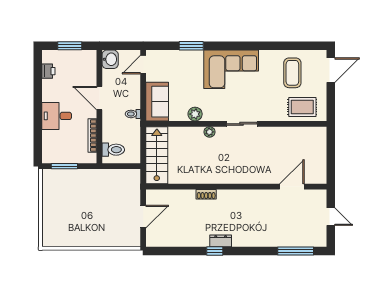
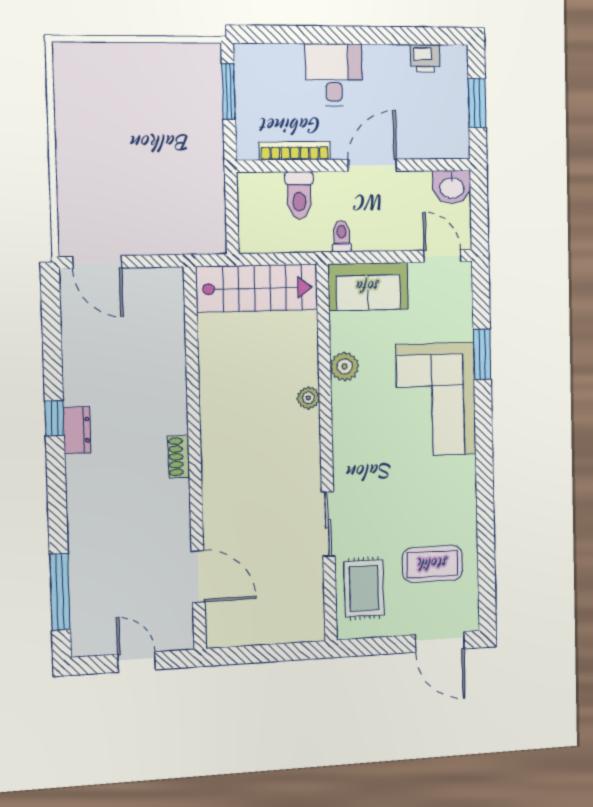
corner sofa: (231, 69) -> (436, 399), moved
sliding door: (242, 124) -> (328, 524), moved
toilet: (113, 150) -> (299, 195), moved
shoe rack: (206, 194) -> (179, 457), moved
door: (143, 217) -> (97, 262), moved
door: (331, 217) -> (137, 662), swing flipped

